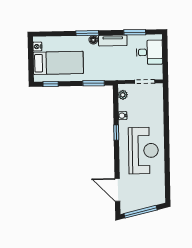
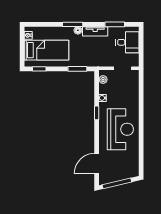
door: (117, 190) -> (97, 164), hinge flipped

